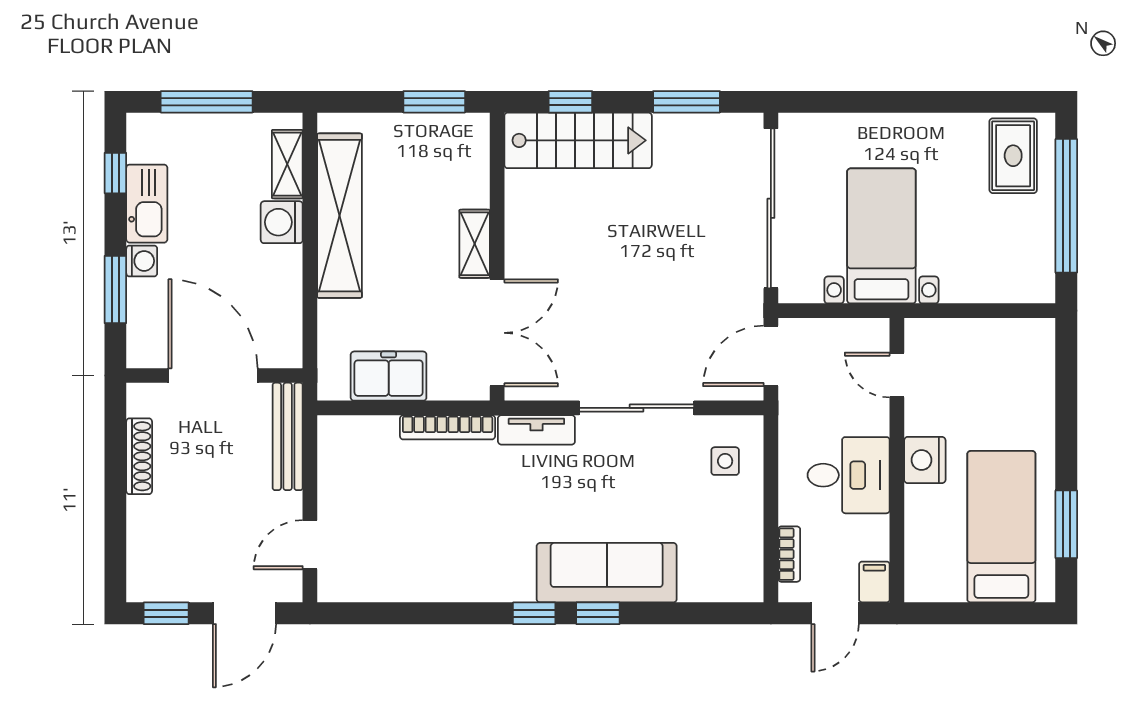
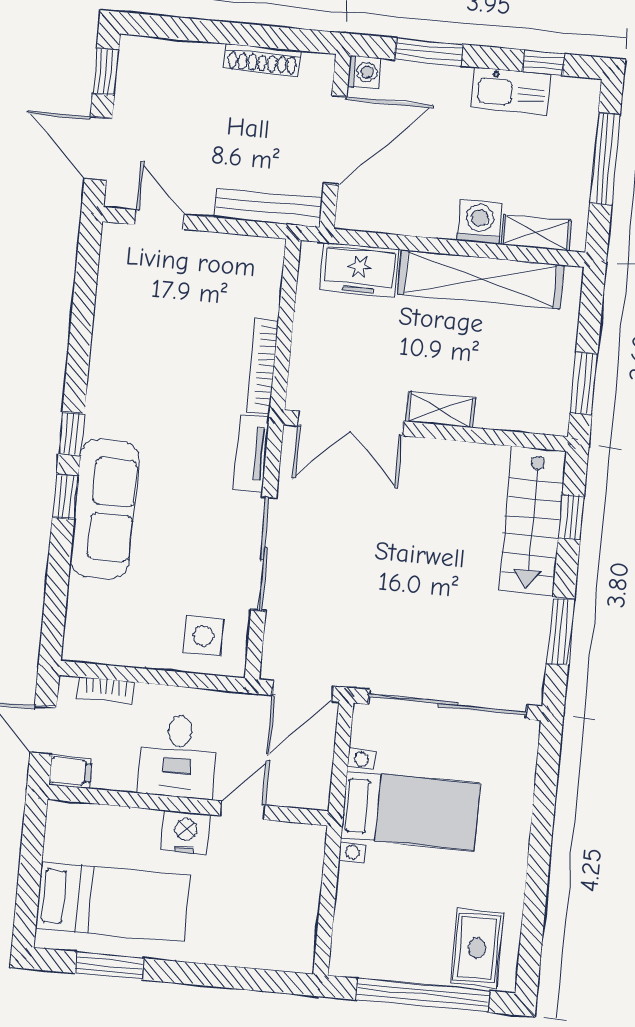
rug: (1013, 156) -> (477, 948), turned 90
washing machine: (142, 261) -> (364, 72), moved, turned -90
door: (771, 356) -> (303, 691), swing flipped
door: (897, 375) -> (243, 810), moved
freezer: (389, 376) -> (359, 270), moved, turned 90
side table: (725, 461) -> (203, 636), width x1.37, depth x1.37

